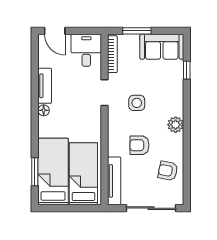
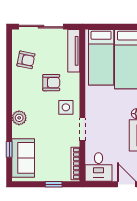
window: (137, 31) -> (54, 184), width x0.67
sofa: (162, 47) -> (23, 158), moved, turned 90
side table: (137, 103) -> (66, 107), moved
plant: (176, 125) -> (19, 118), moved

